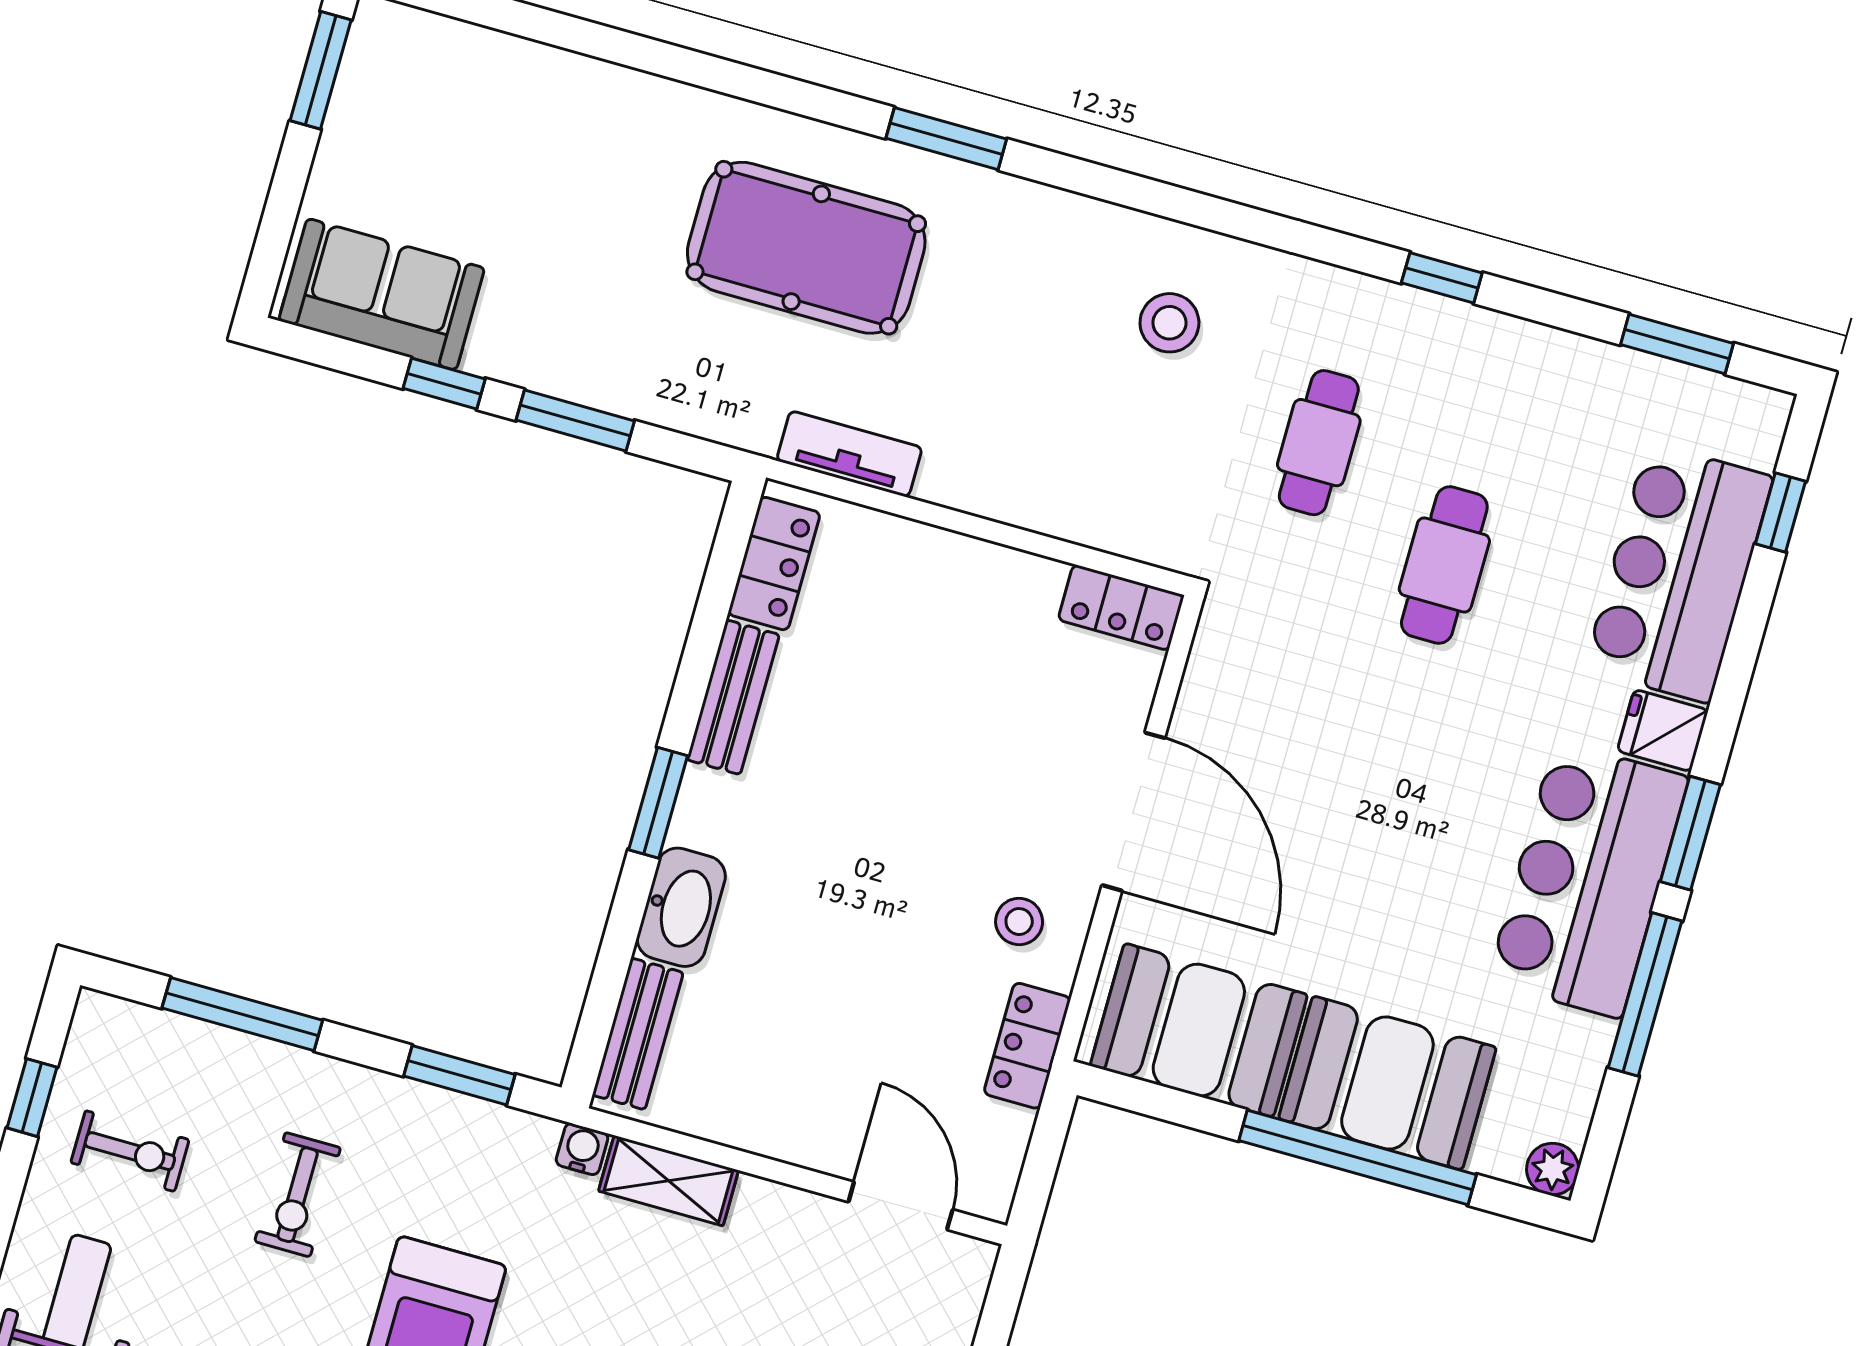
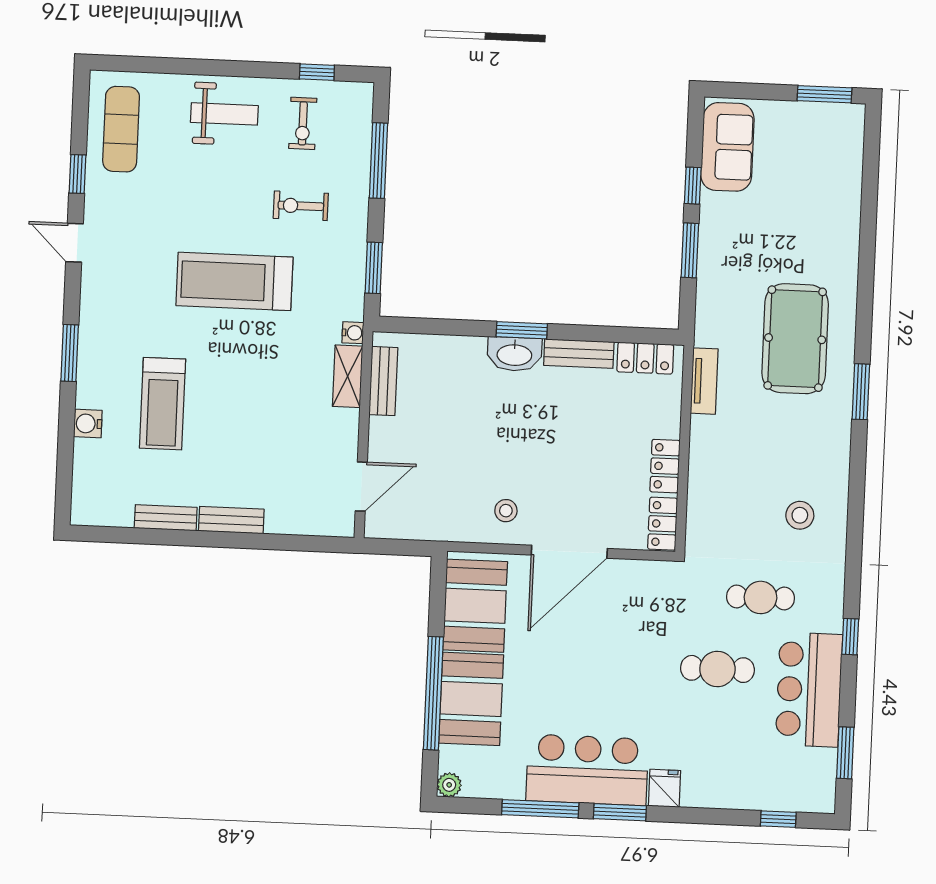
bar counter: (1679, 573) -> (809, 690), moved, turned -90
washbasin: (681, 907) -> (514, 354), moved
bench: (638, 1034) -> (383, 381), moved, turned 90
locker: (1027, 1046) -> (665, 466), moved, turned -90

